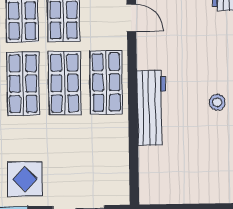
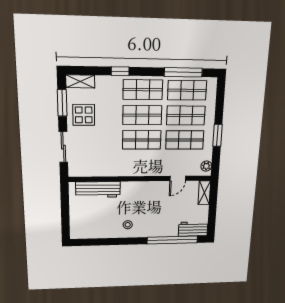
shop shelf: (106, 82) -> (141, 164), removed
workbench: (151, 108) -> (98, 190), moved

